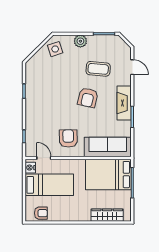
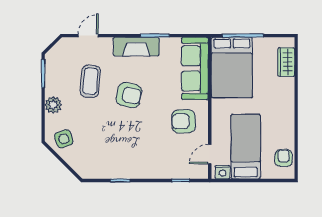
wardrobe: (107, 215) -> (286, 62), width x0.67

